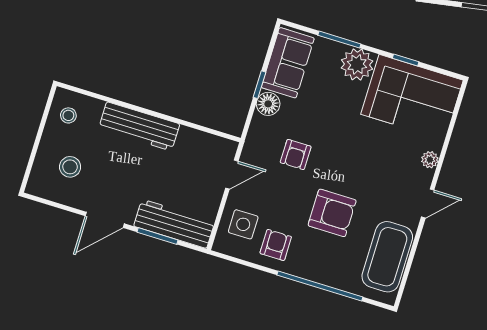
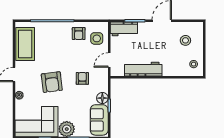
workbench: (139, 126) -> (143, 69), moved
armchair: (332, 213) -> (52, 82), moved, turned -97
workbench: (174, 224) -> (124, 29), width x0.73

